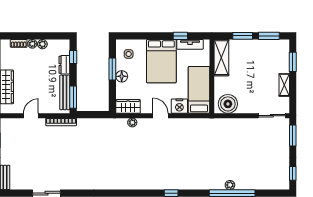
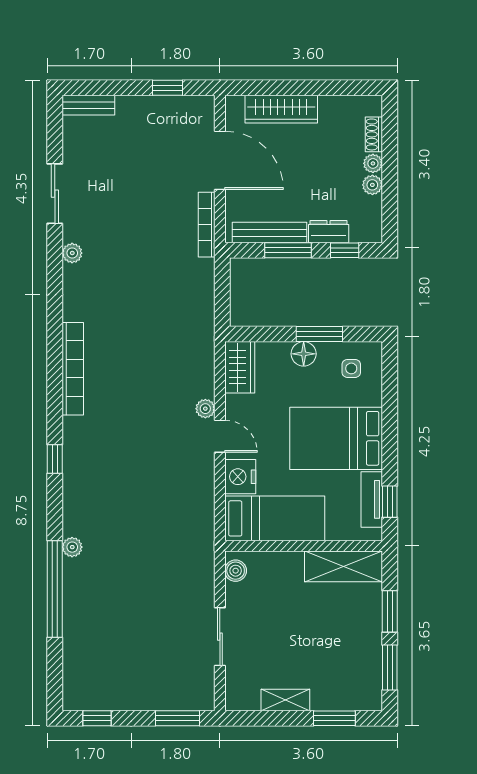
window: (180, 36) -> (390, 502), moved
window: (73, 97) -> (288, 250), moved
boiler: (228, 104) -> (236, 571), width x0.54, depth x0.54
door: (31, 116) -> (220, 160), width x1.87
door: (160, 116) -> (220, 436), hinge flipped
sliding door: (272, 116) -> (220, 637), moved
plant: (132, 123) -> (205, 409), moved
plant: (74, 185) -> (72, 253), added
bookcase: (129, 185) -> (73, 369), added
plant: (230, 185) -> (72, 547), moved

